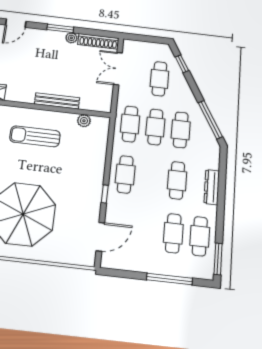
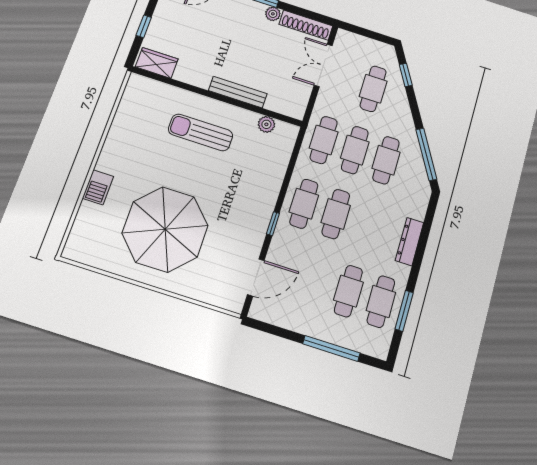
cafe table: (177, 180) -> (336, 214), moved
window: (218, 259) -> (404, 311), moved

